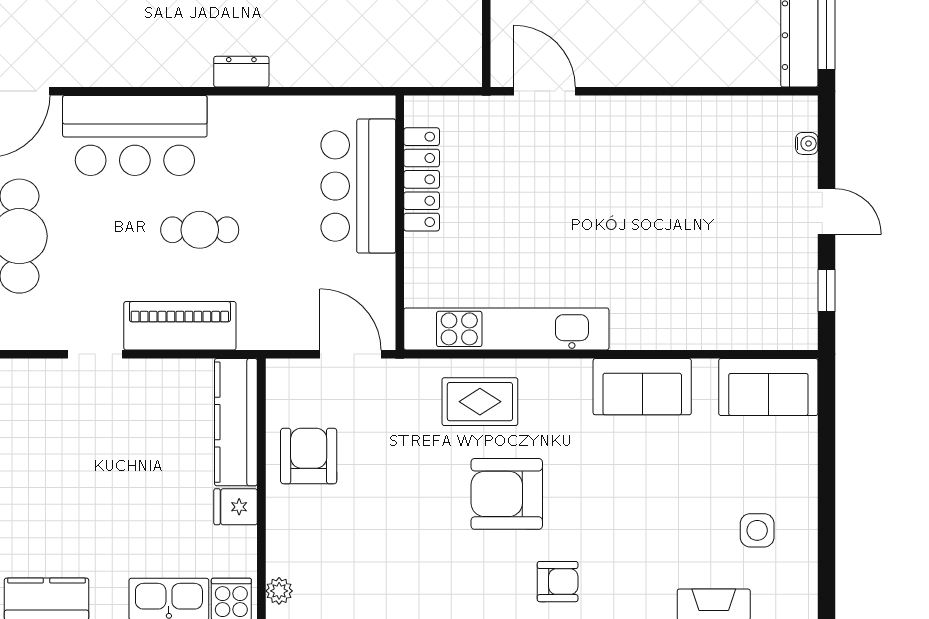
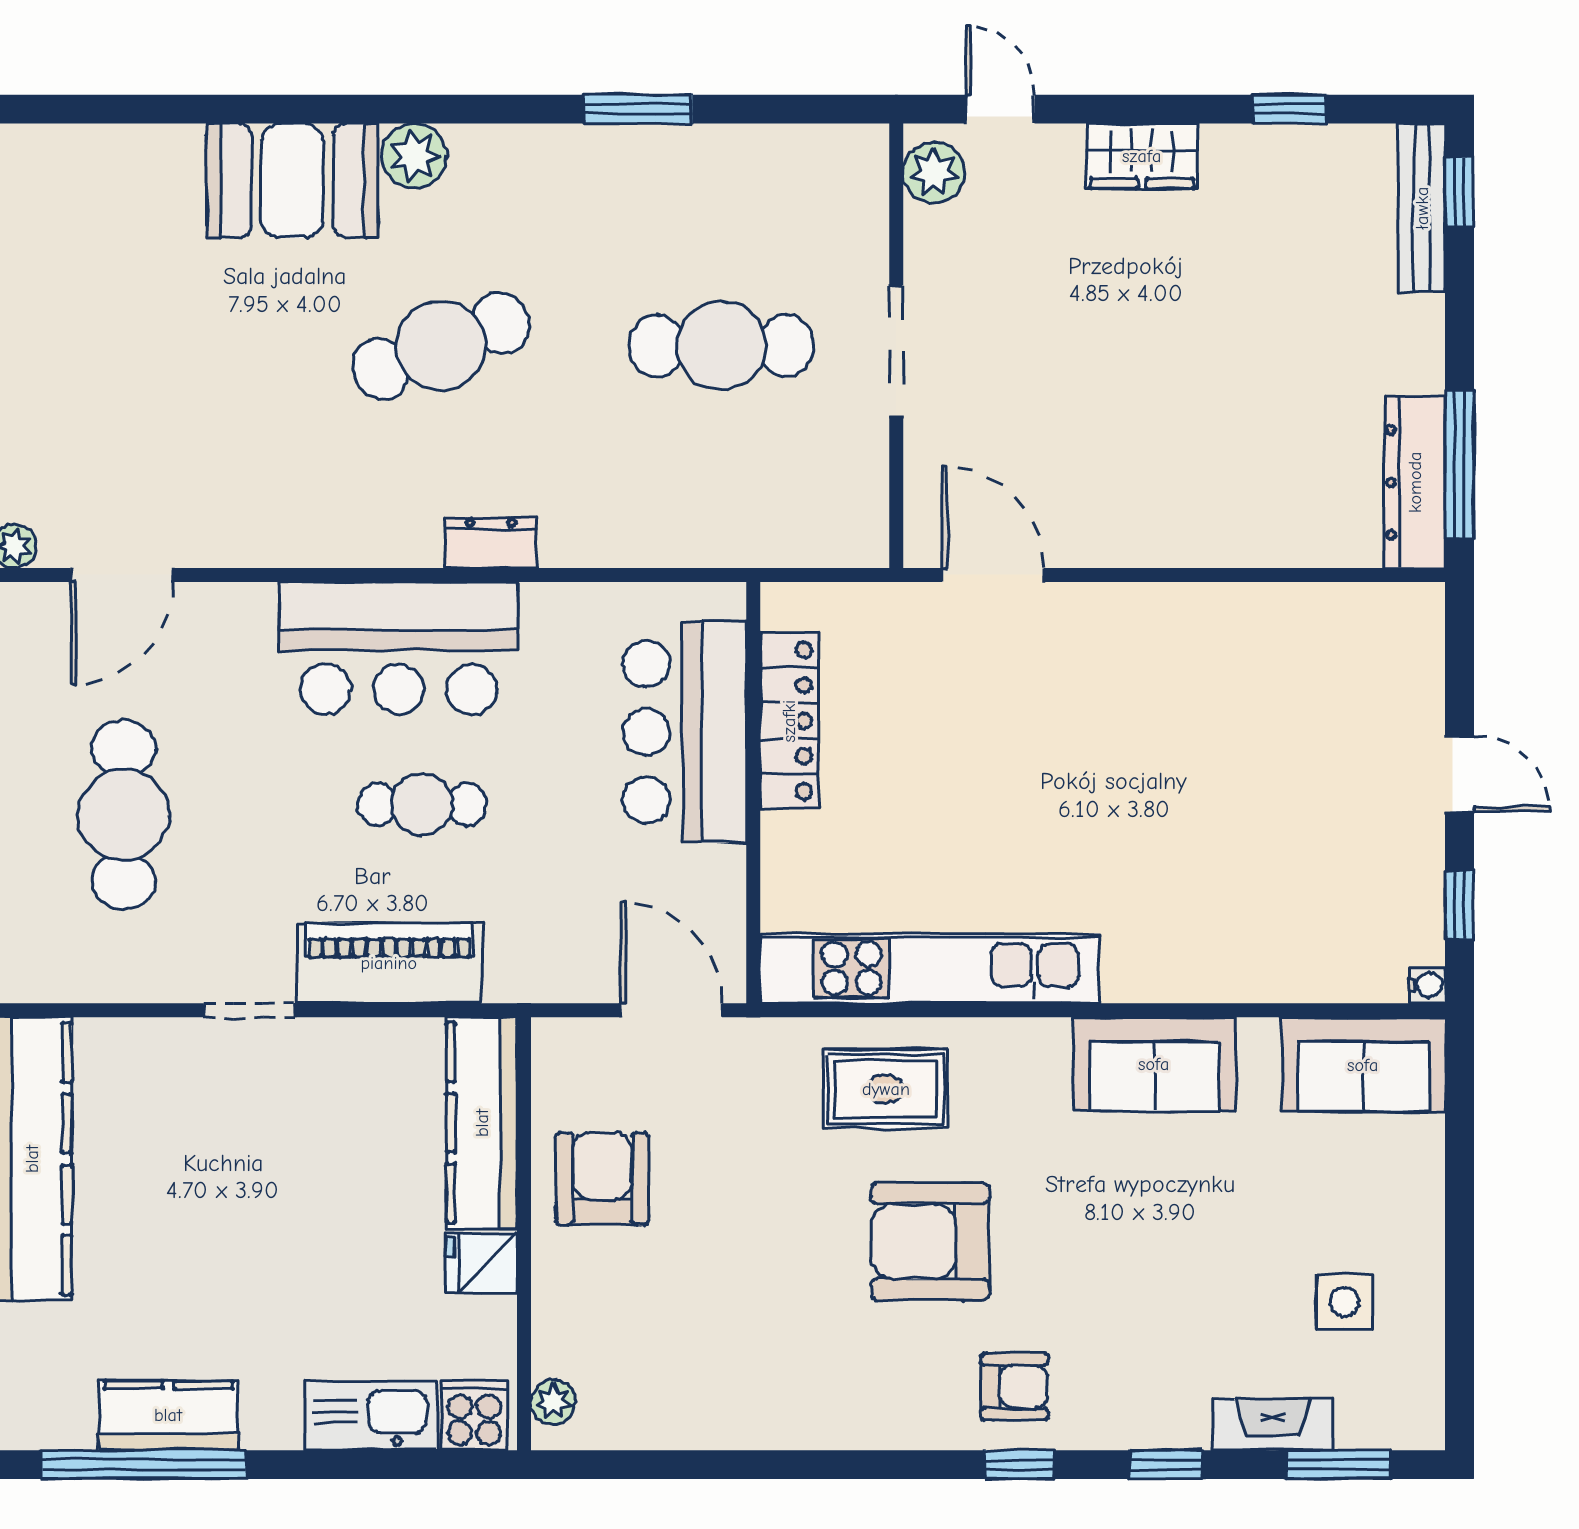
bar counter: (135, 135) -> (399, 648), moved
water cooler: (807, 143) -> (1427, 985), moved

